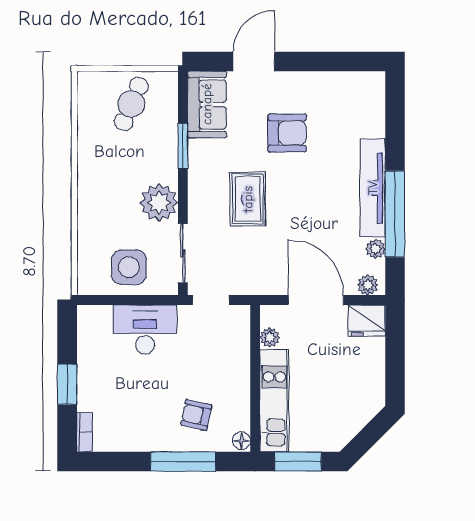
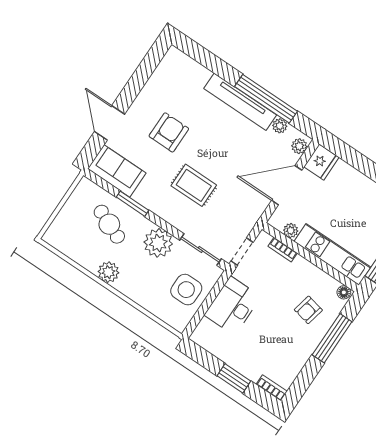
cafe table: (131, 104) -> (109, 224), moved
plant: (91, 170) -> (108, 272), added
bookcase: (243, 343) -> (283, 250), added

